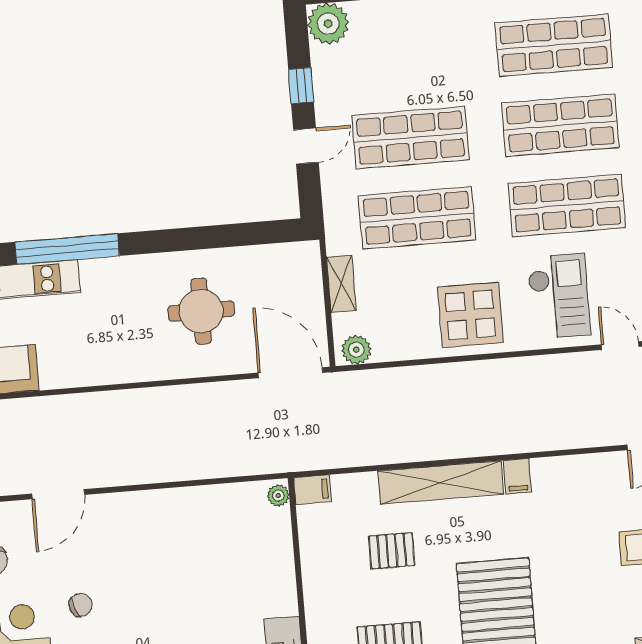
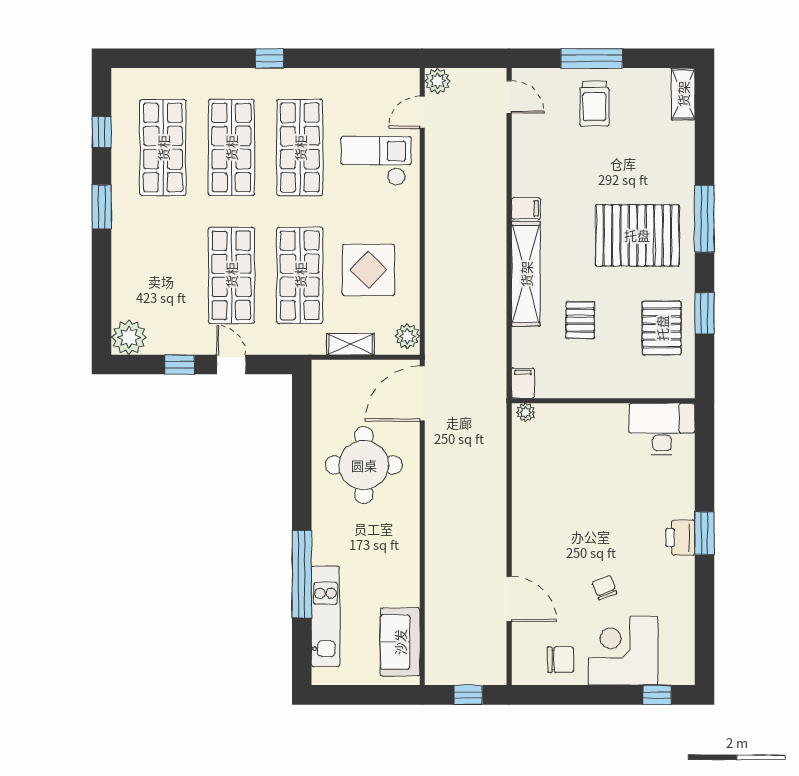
round table: (201, 311) -> (364, 465), width x1.36, depth x1.36
display table: (470, 315) -> (368, 270), moved

